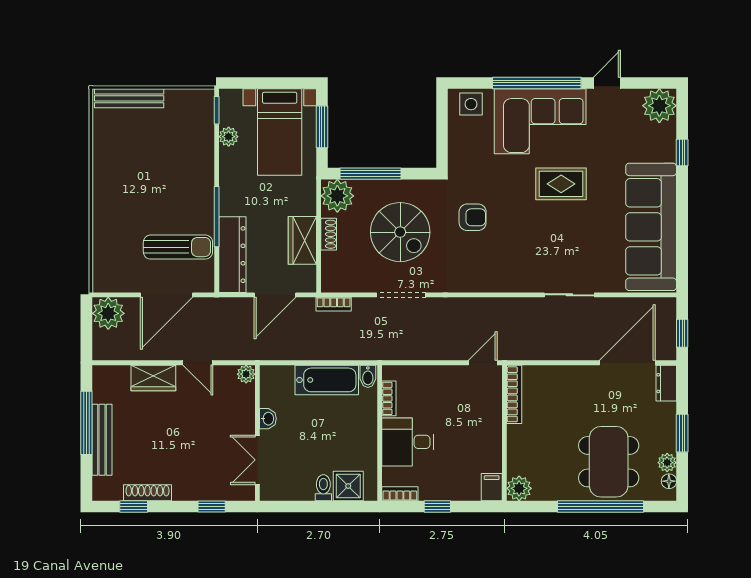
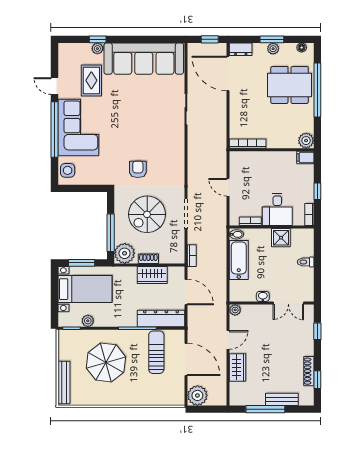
plant: (659, 106) -> (97, 49), moved, width x0.53, depth x0.53
parasol: (161, 166) -> (106, 362), added
rug: (561, 184) -> (91, 80), moved
spiral stairs: (400, 232) -> (147, 214), turned 180
door: (483, 363) -> (228, 187), moved
bench: (102, 440) -> (282, 399), width x0.73
plant: (667, 463) -> (273, 49), moved
shower: (348, 486) -> (281, 238), moved

